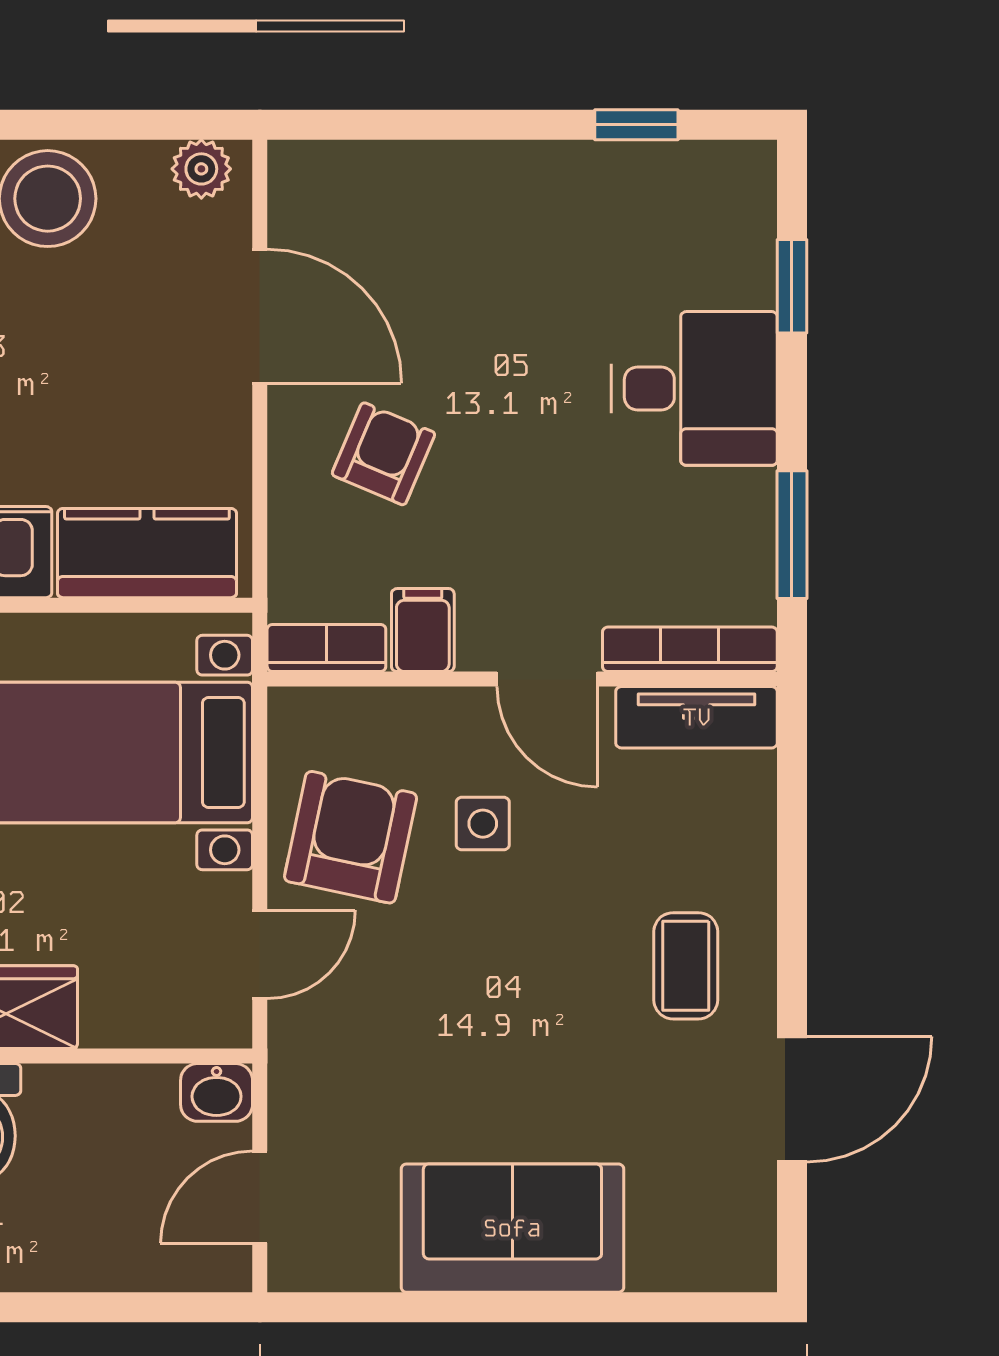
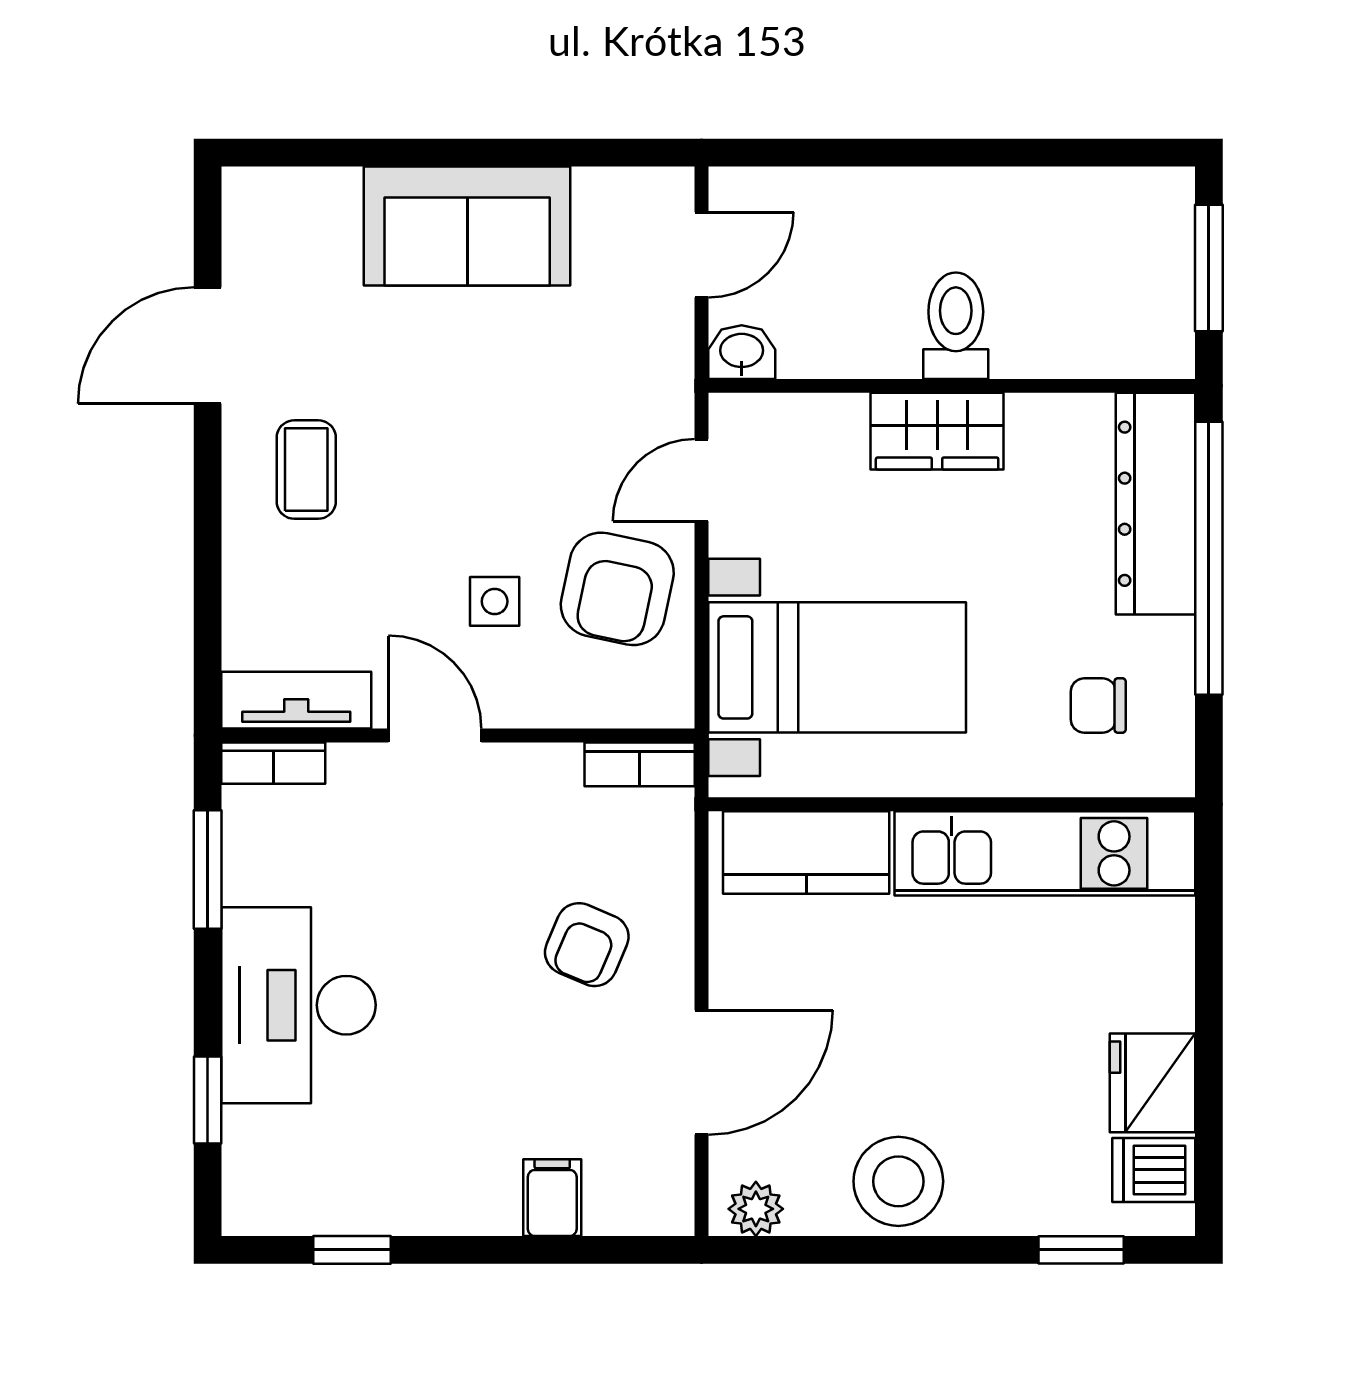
door: (260, 316) -> (701, 1072), swing flipped
desk: (694, 388) -> (298, 1005), width x1.37
filing cabinet: (423, 630) -> (552, 1198), moved, turned 180
bookcase: (690, 649) -> (273, 763), width x0.64

